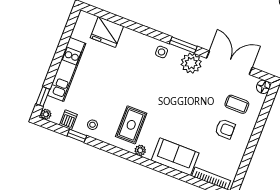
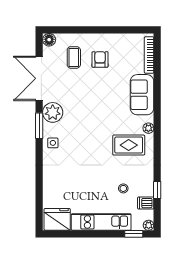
fridge: (107, 32) -> (57, 219), moved, turned -90
stool: (92, 125) -> (123, 188), moved

